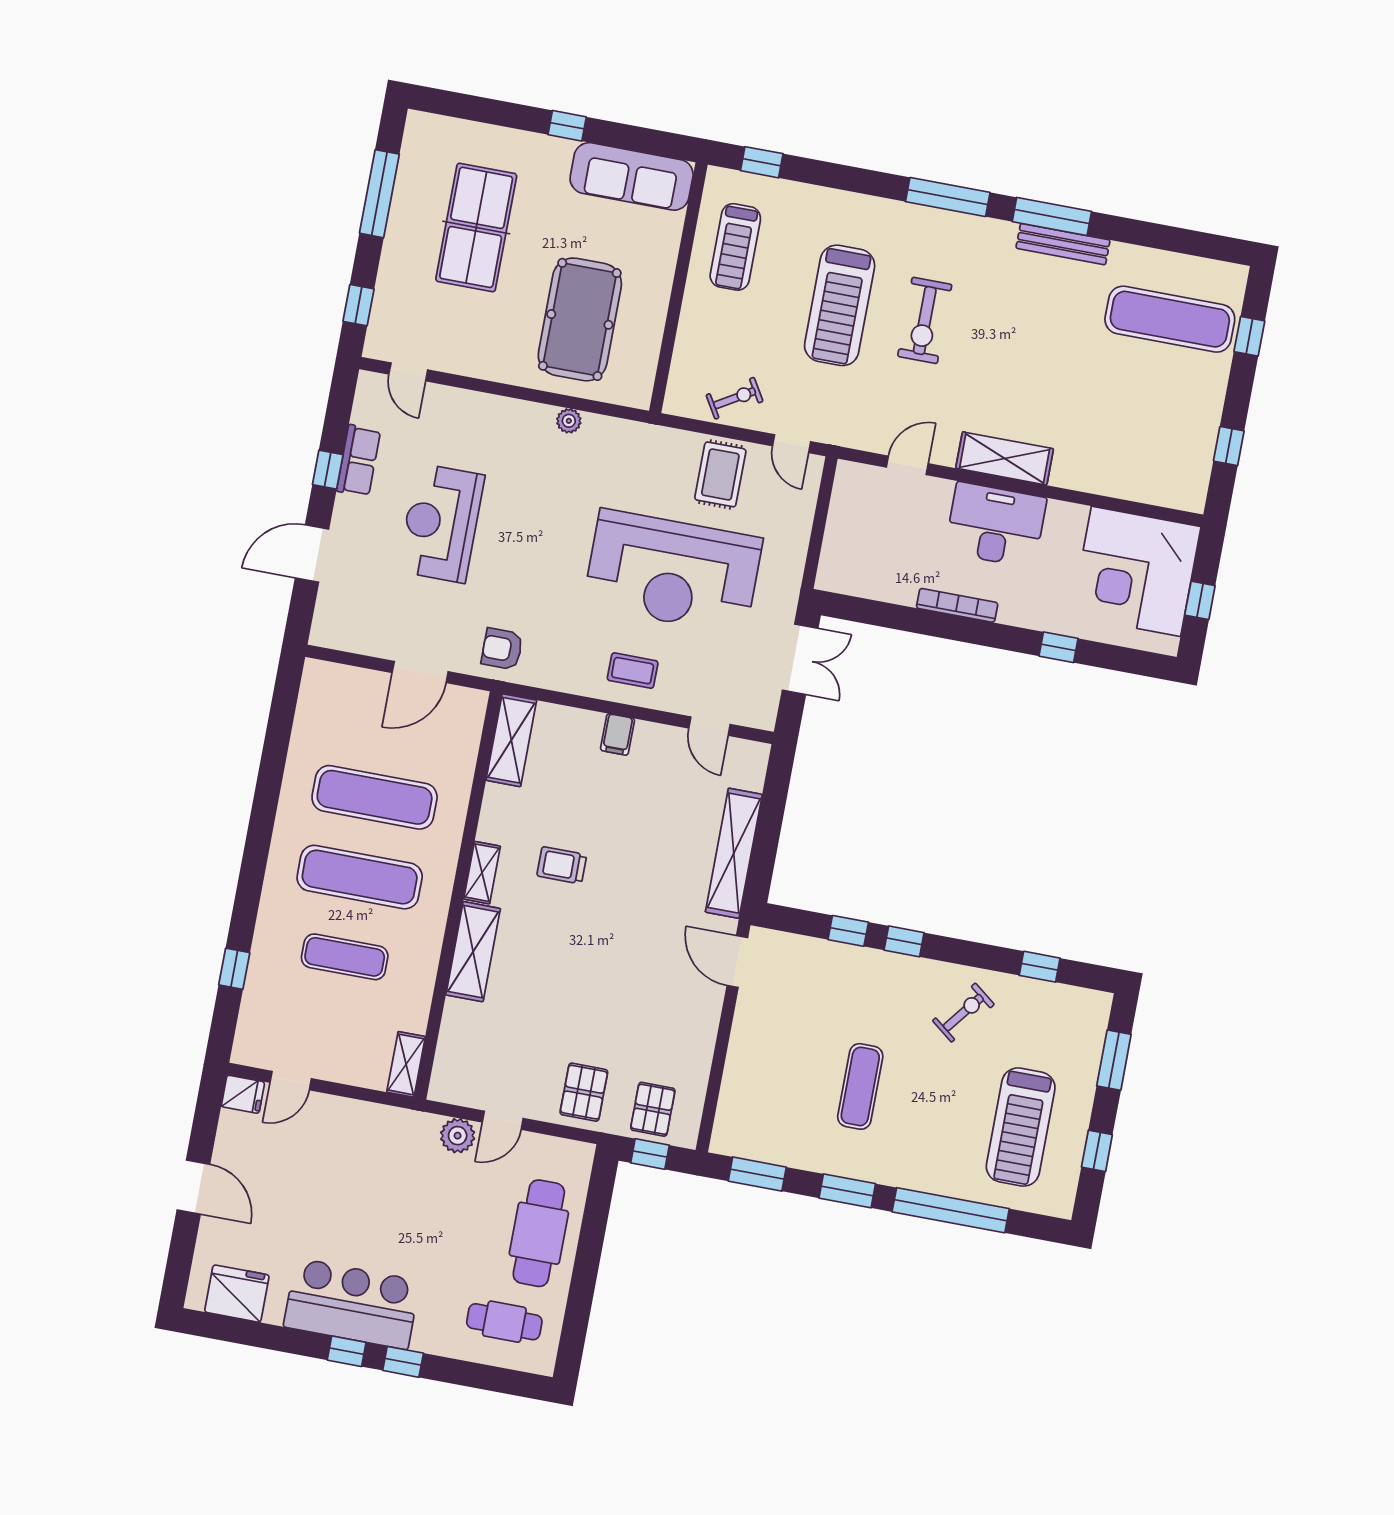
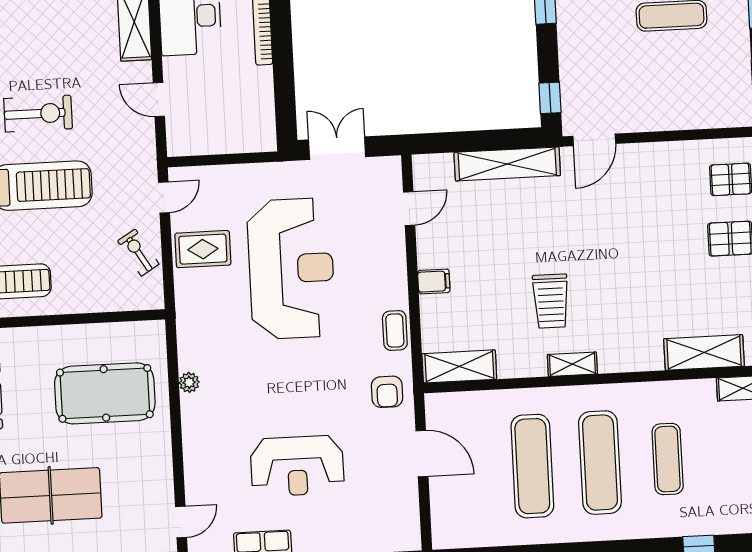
coffee table: (633, 671) -> (395, 330), moved
trolley: (562, 865) -> (551, 301), width x1.36, depth x1.39
window: (848, 931) -> (550, 98), moved
shelving: (473, 952) -> (704, 352), moved

